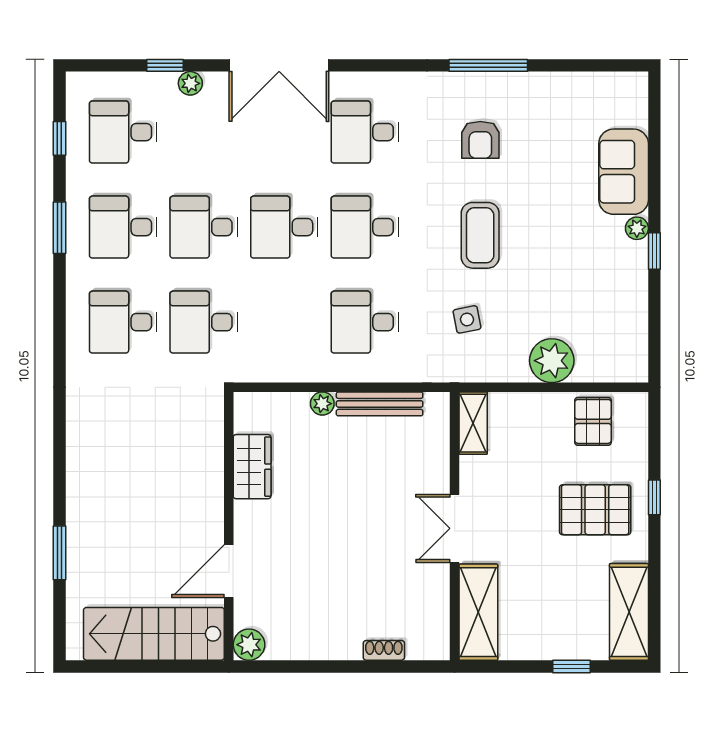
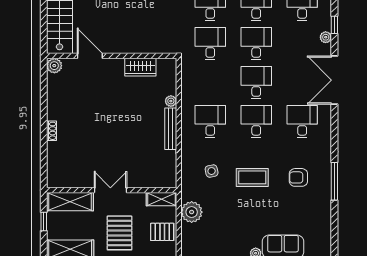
shelving: (473, 423) -> (161, 199), moved
wall: (455, 526) -> (112, 190), moved
double door: (455, 528) -> (110, 190), moved
shelving: (478, 612) -> (70, 202), moved

